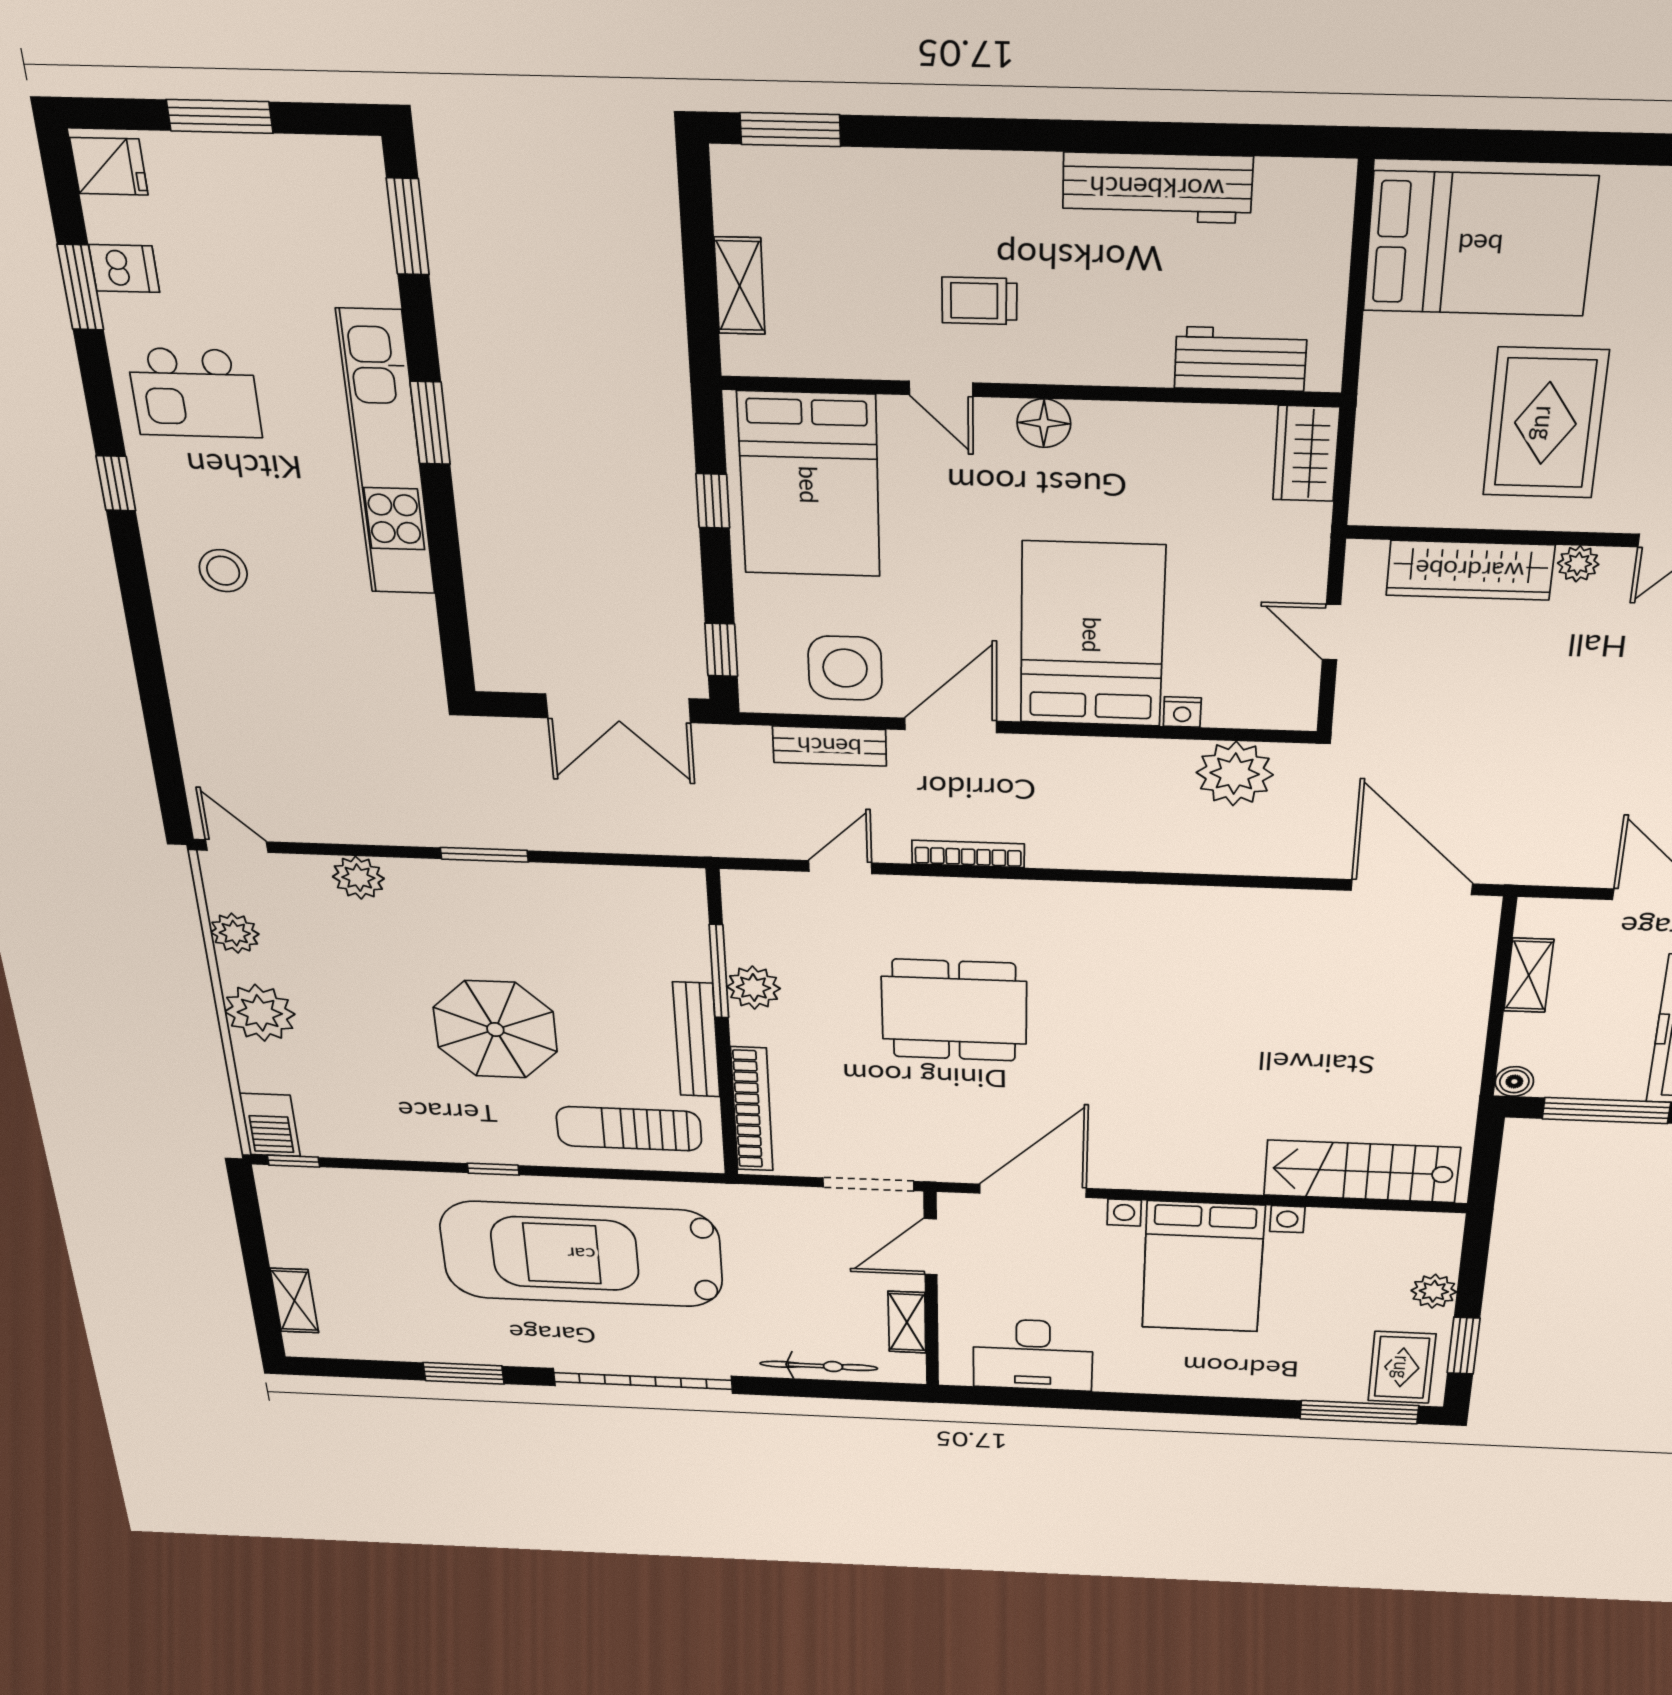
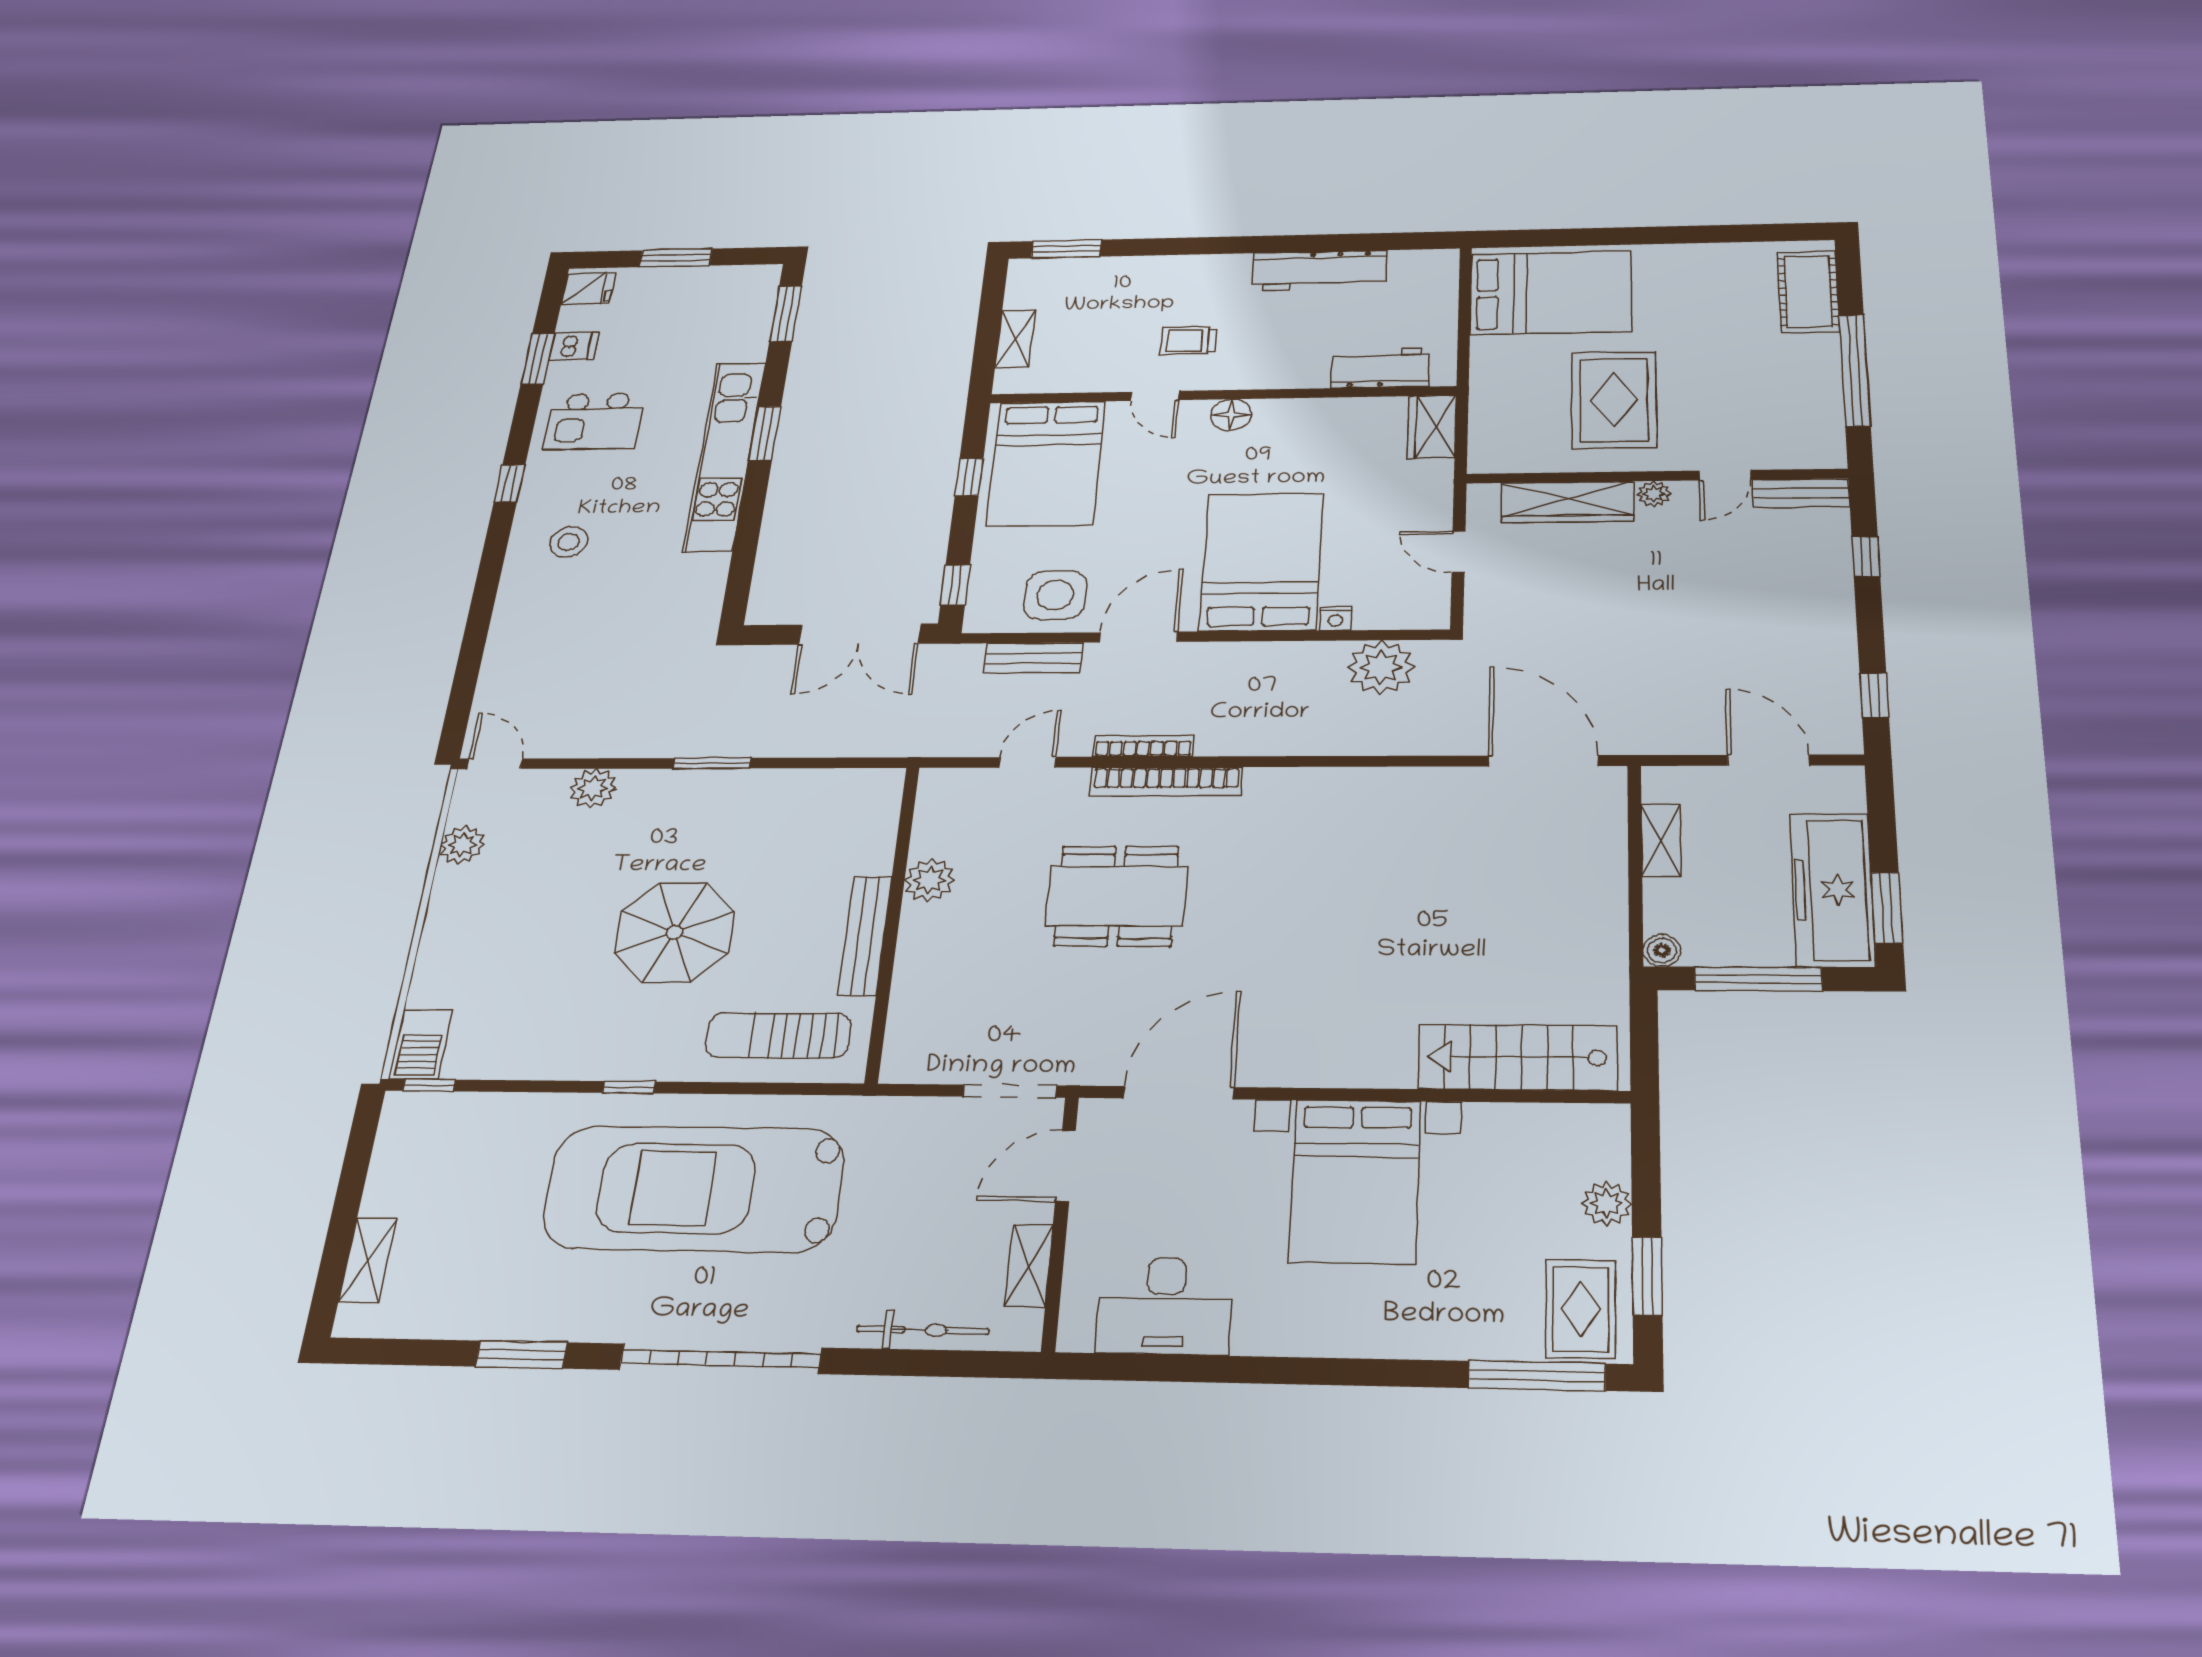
window: (719, 971) -> (900, 865), removed
plant: (260, 1013) -> (456, 923), removed
bookcase: (752, 1109) -> (1166, 782), moved, turned 90

